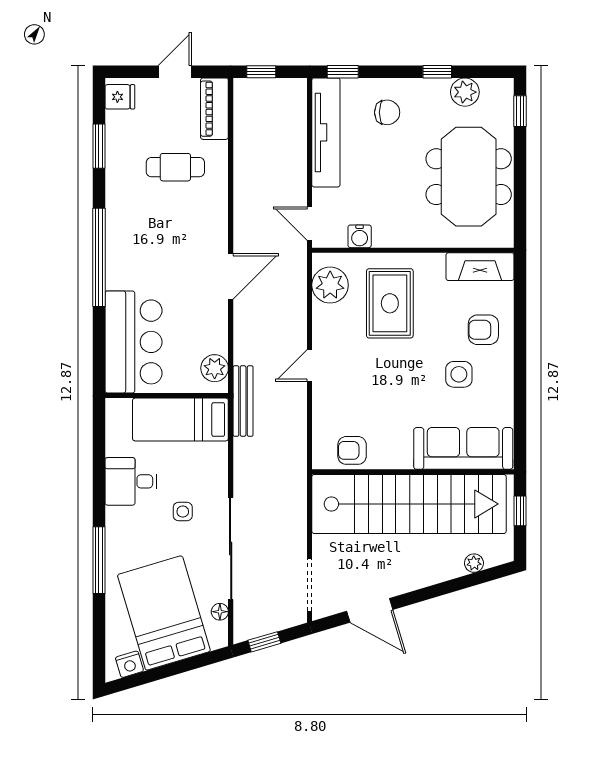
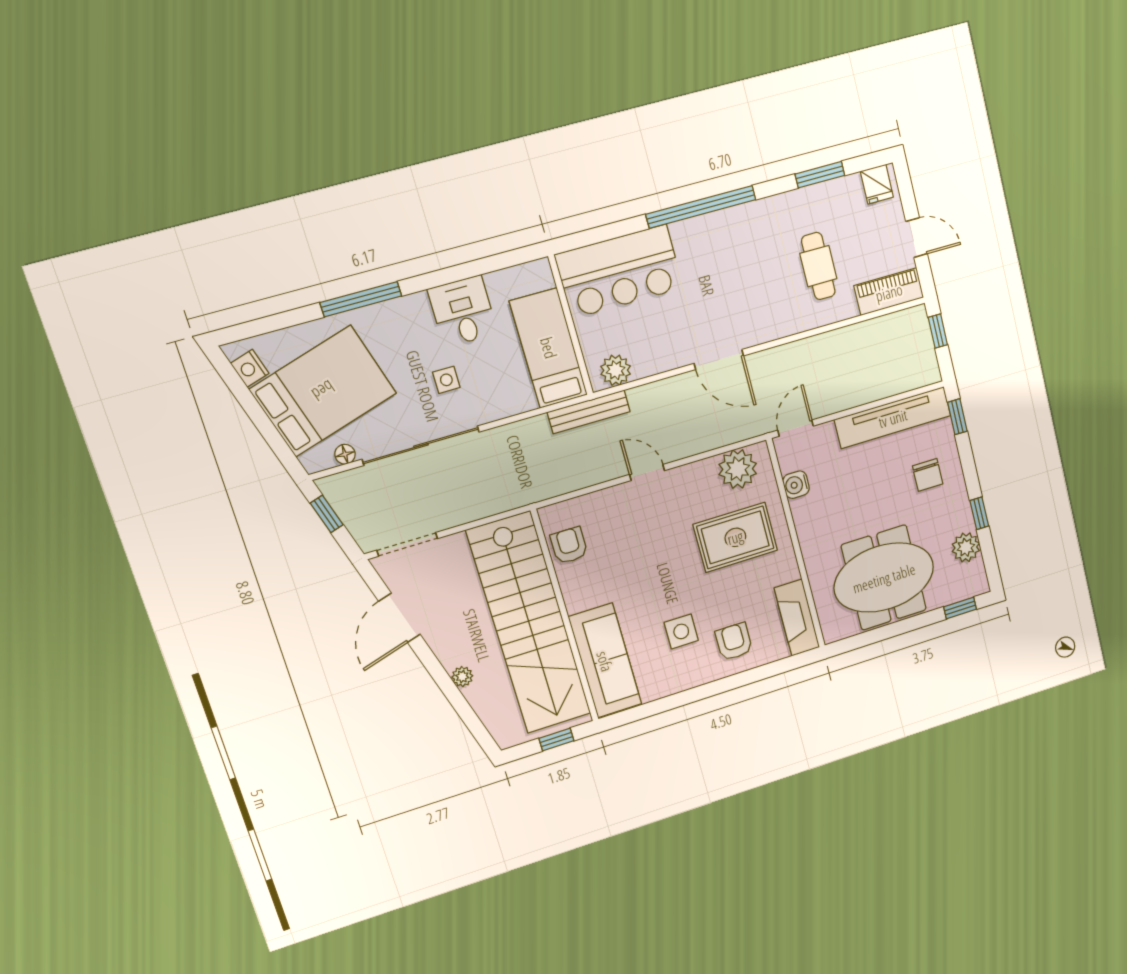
plant: (474, 563) -> (462, 677), moved

